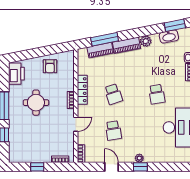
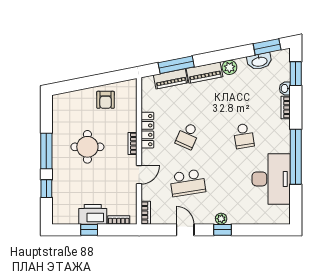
printer: (16, 74) -> (93, 214), moved, turned -90
school desk: (113, 94) -> (188, 136), turned 42
school desk: (113, 130) -> (188, 183), width x1.85

